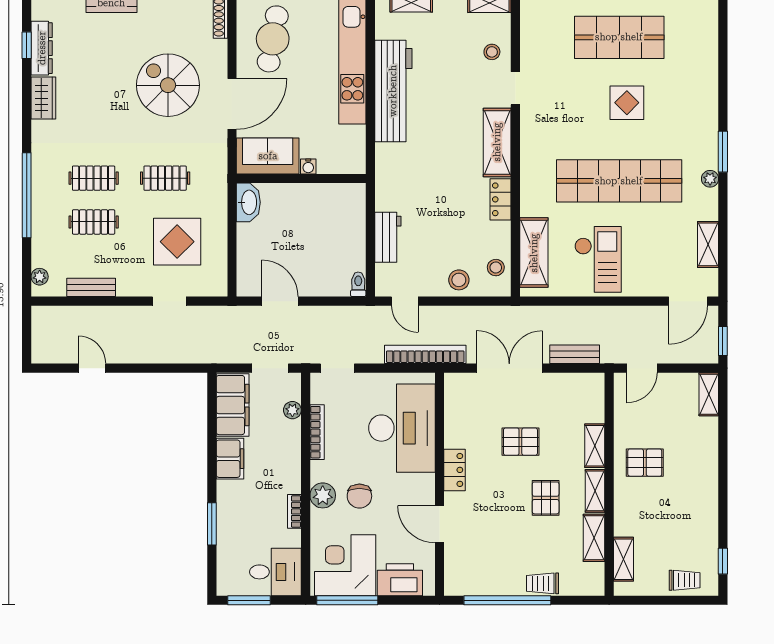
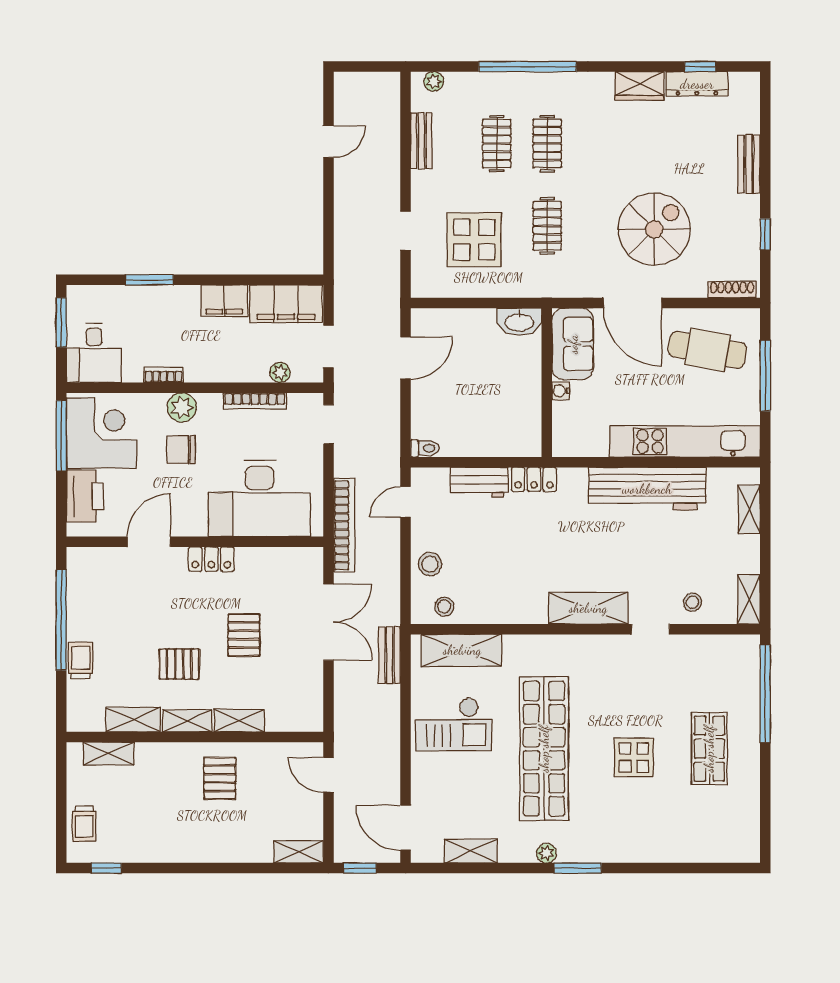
shop shelf: (619, 37) -> (709, 749), width x0.70, depth x0.74
locker: (500, 199) -> (534, 479), moved, turned 180
bench: (575, 354) -> (390, 655), moved

